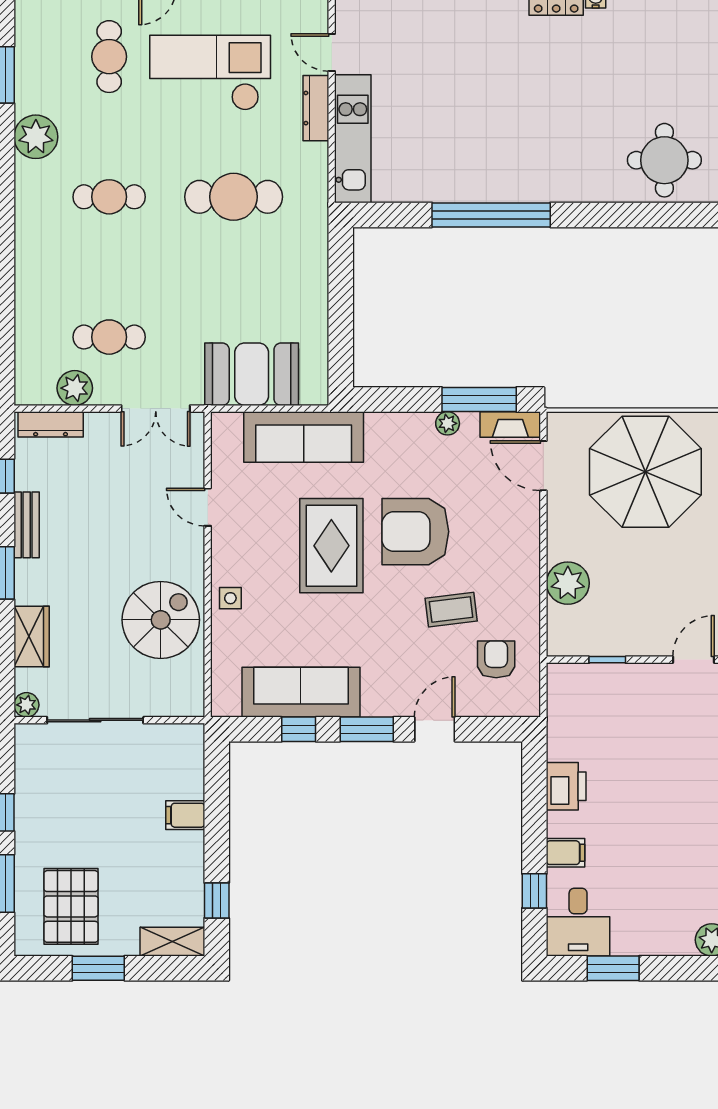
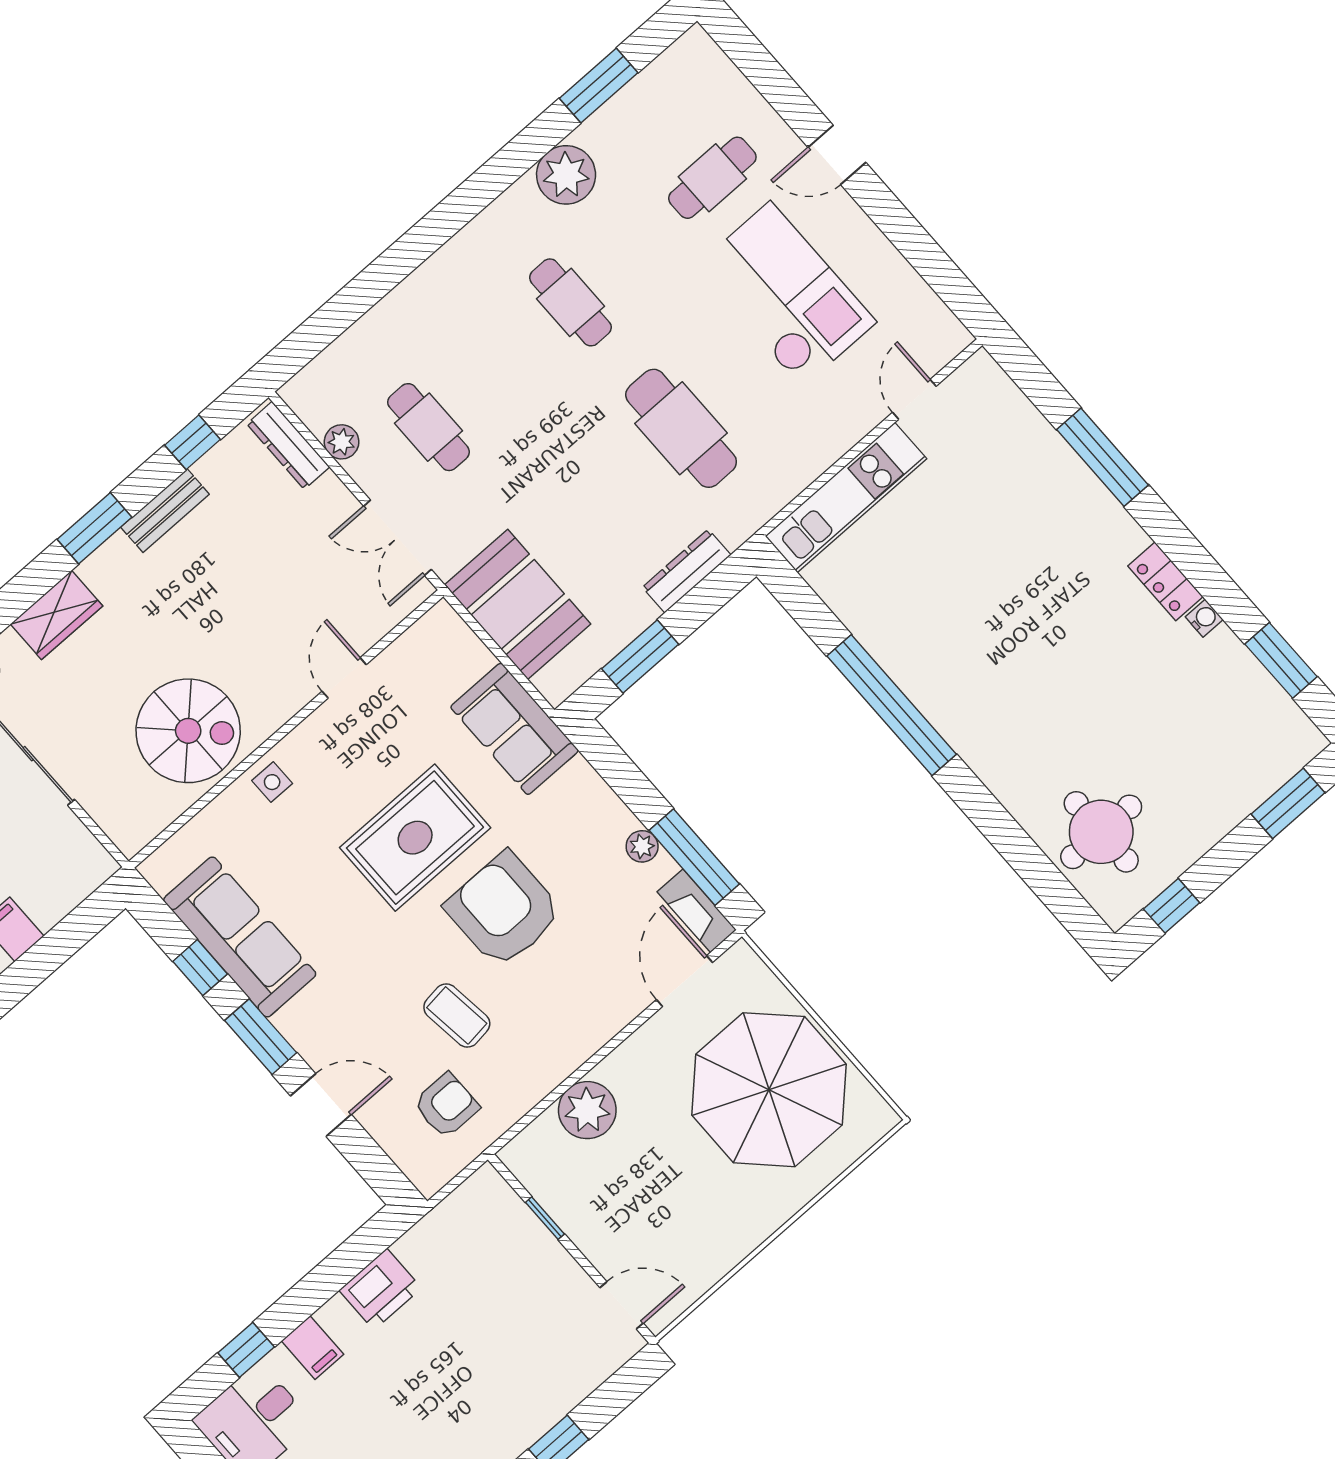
dresser: (316, 108) -> (687, 571), moved
window: (341, 331) -> (640, 657), added
plant: (75, 388) -> (342, 442), width x0.73, depth x0.73
sofa: (304, 437) -> (514, 729), width x0.73

